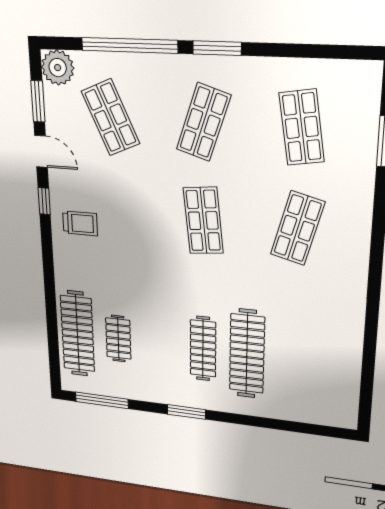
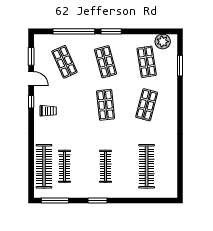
plant: (58, 68) -> (163, 42), moved
shop shelf: (203, 122) -> (106, 62), turned -33
clothes rail: (118, 339) -> (65, 166), width x1.36
clothes rail: (247, 354) -> (147, 166), moved

